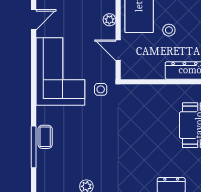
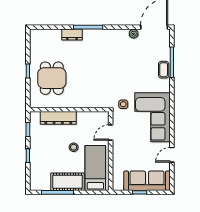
plant: (109, 20) -> (117, 155), removed
door: (118, 50) -> (111, 133), swing flipped

